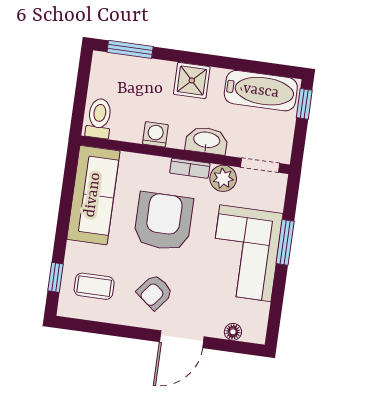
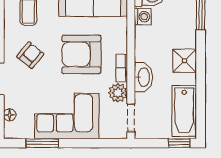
washing machine: (155, 134) -> (143, 17), moved
armchair: (163, 221) -> (81, 54), turned 180
window: (285, 242) -> (42, 143), moved
armchair: (155, 292) -> (30, 55), turned 91

